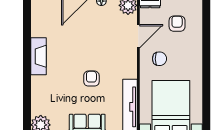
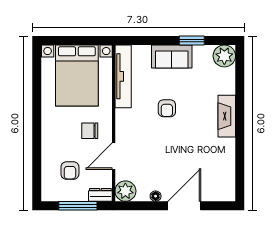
fireplace: (39, 56) -> (227, 116), moved

